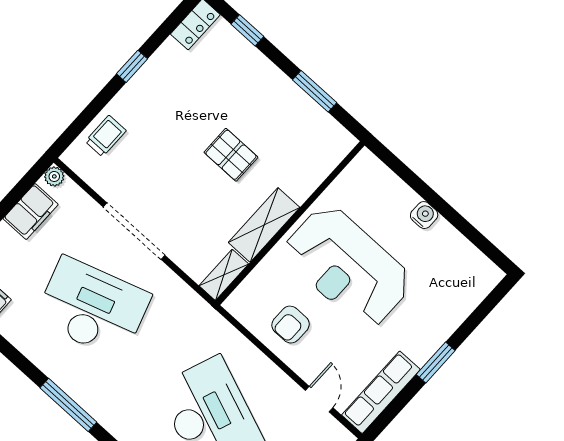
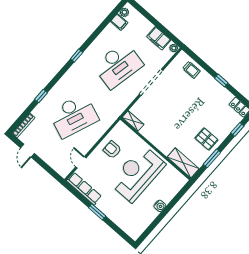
pallet: (231, 155) -> (207, 139), moved, turned 90
shelving: (264, 225) -> (183, 163), moved
desk: (92, 308) -> (118, 65), turned 30
door: (319, 399) -> (81, 162), swing flipped
window: (68, 405) -> (77, 56), width x0.46

